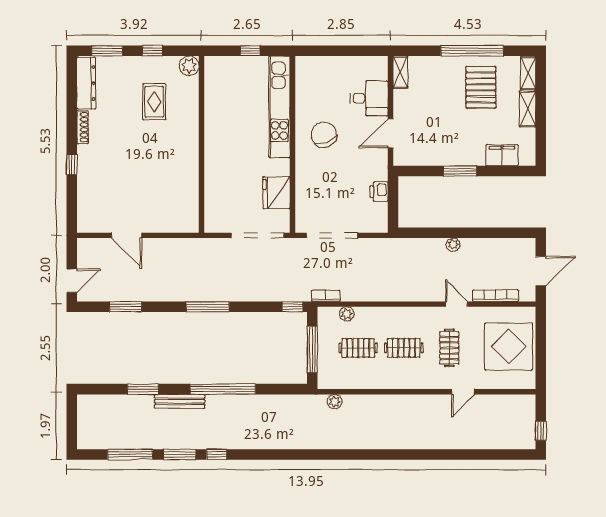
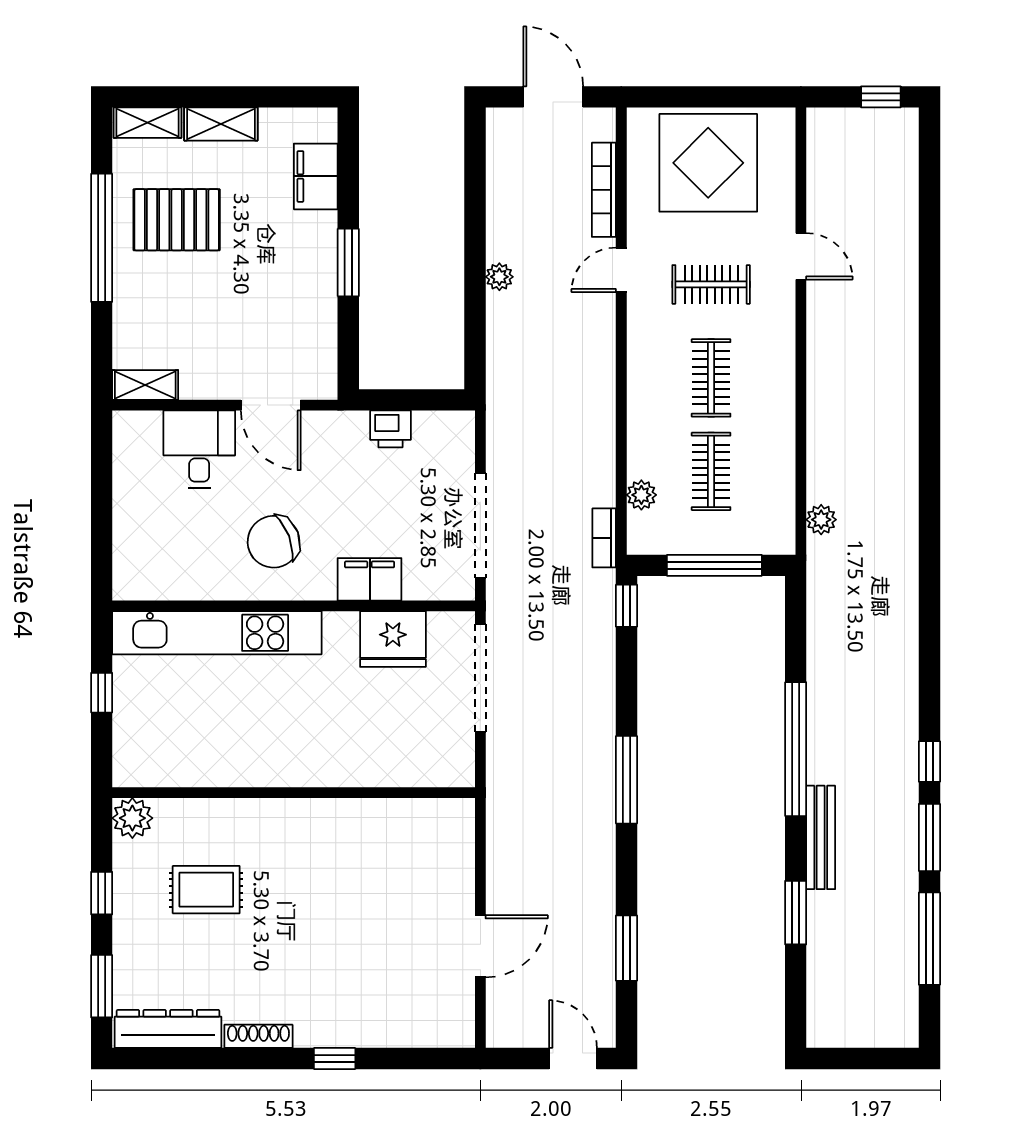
filing cabinet: (305, 181) -> (370, 579), added

